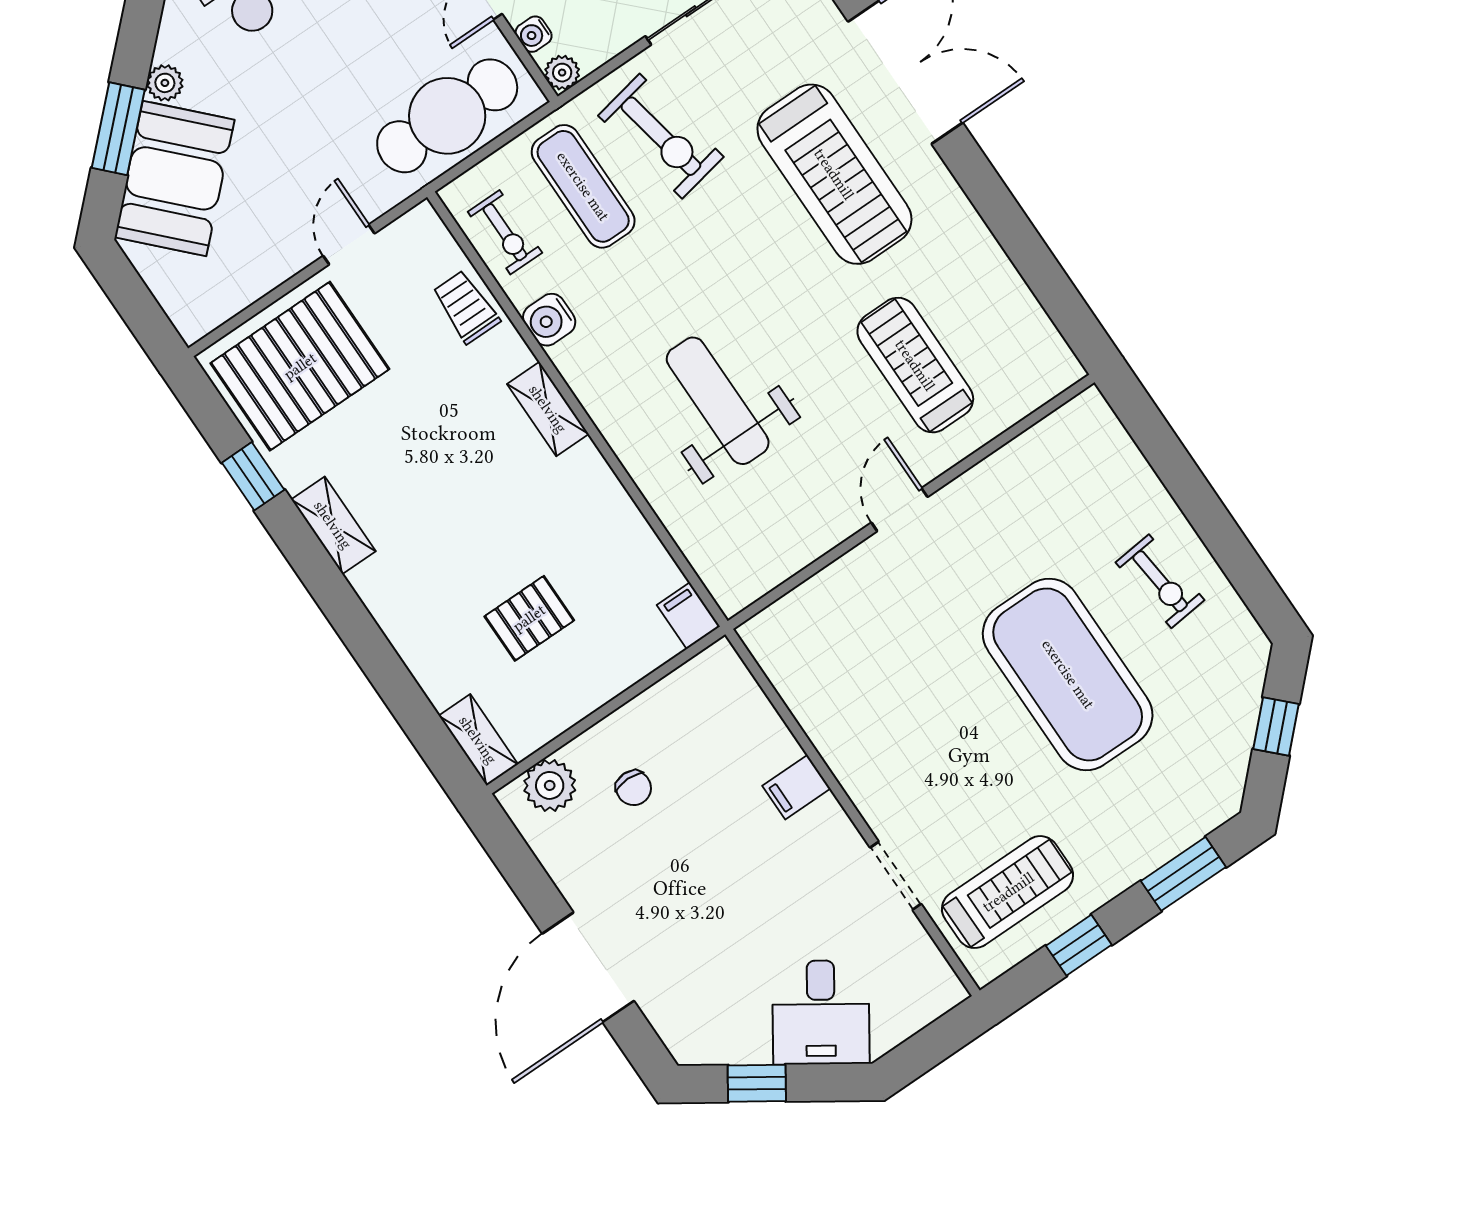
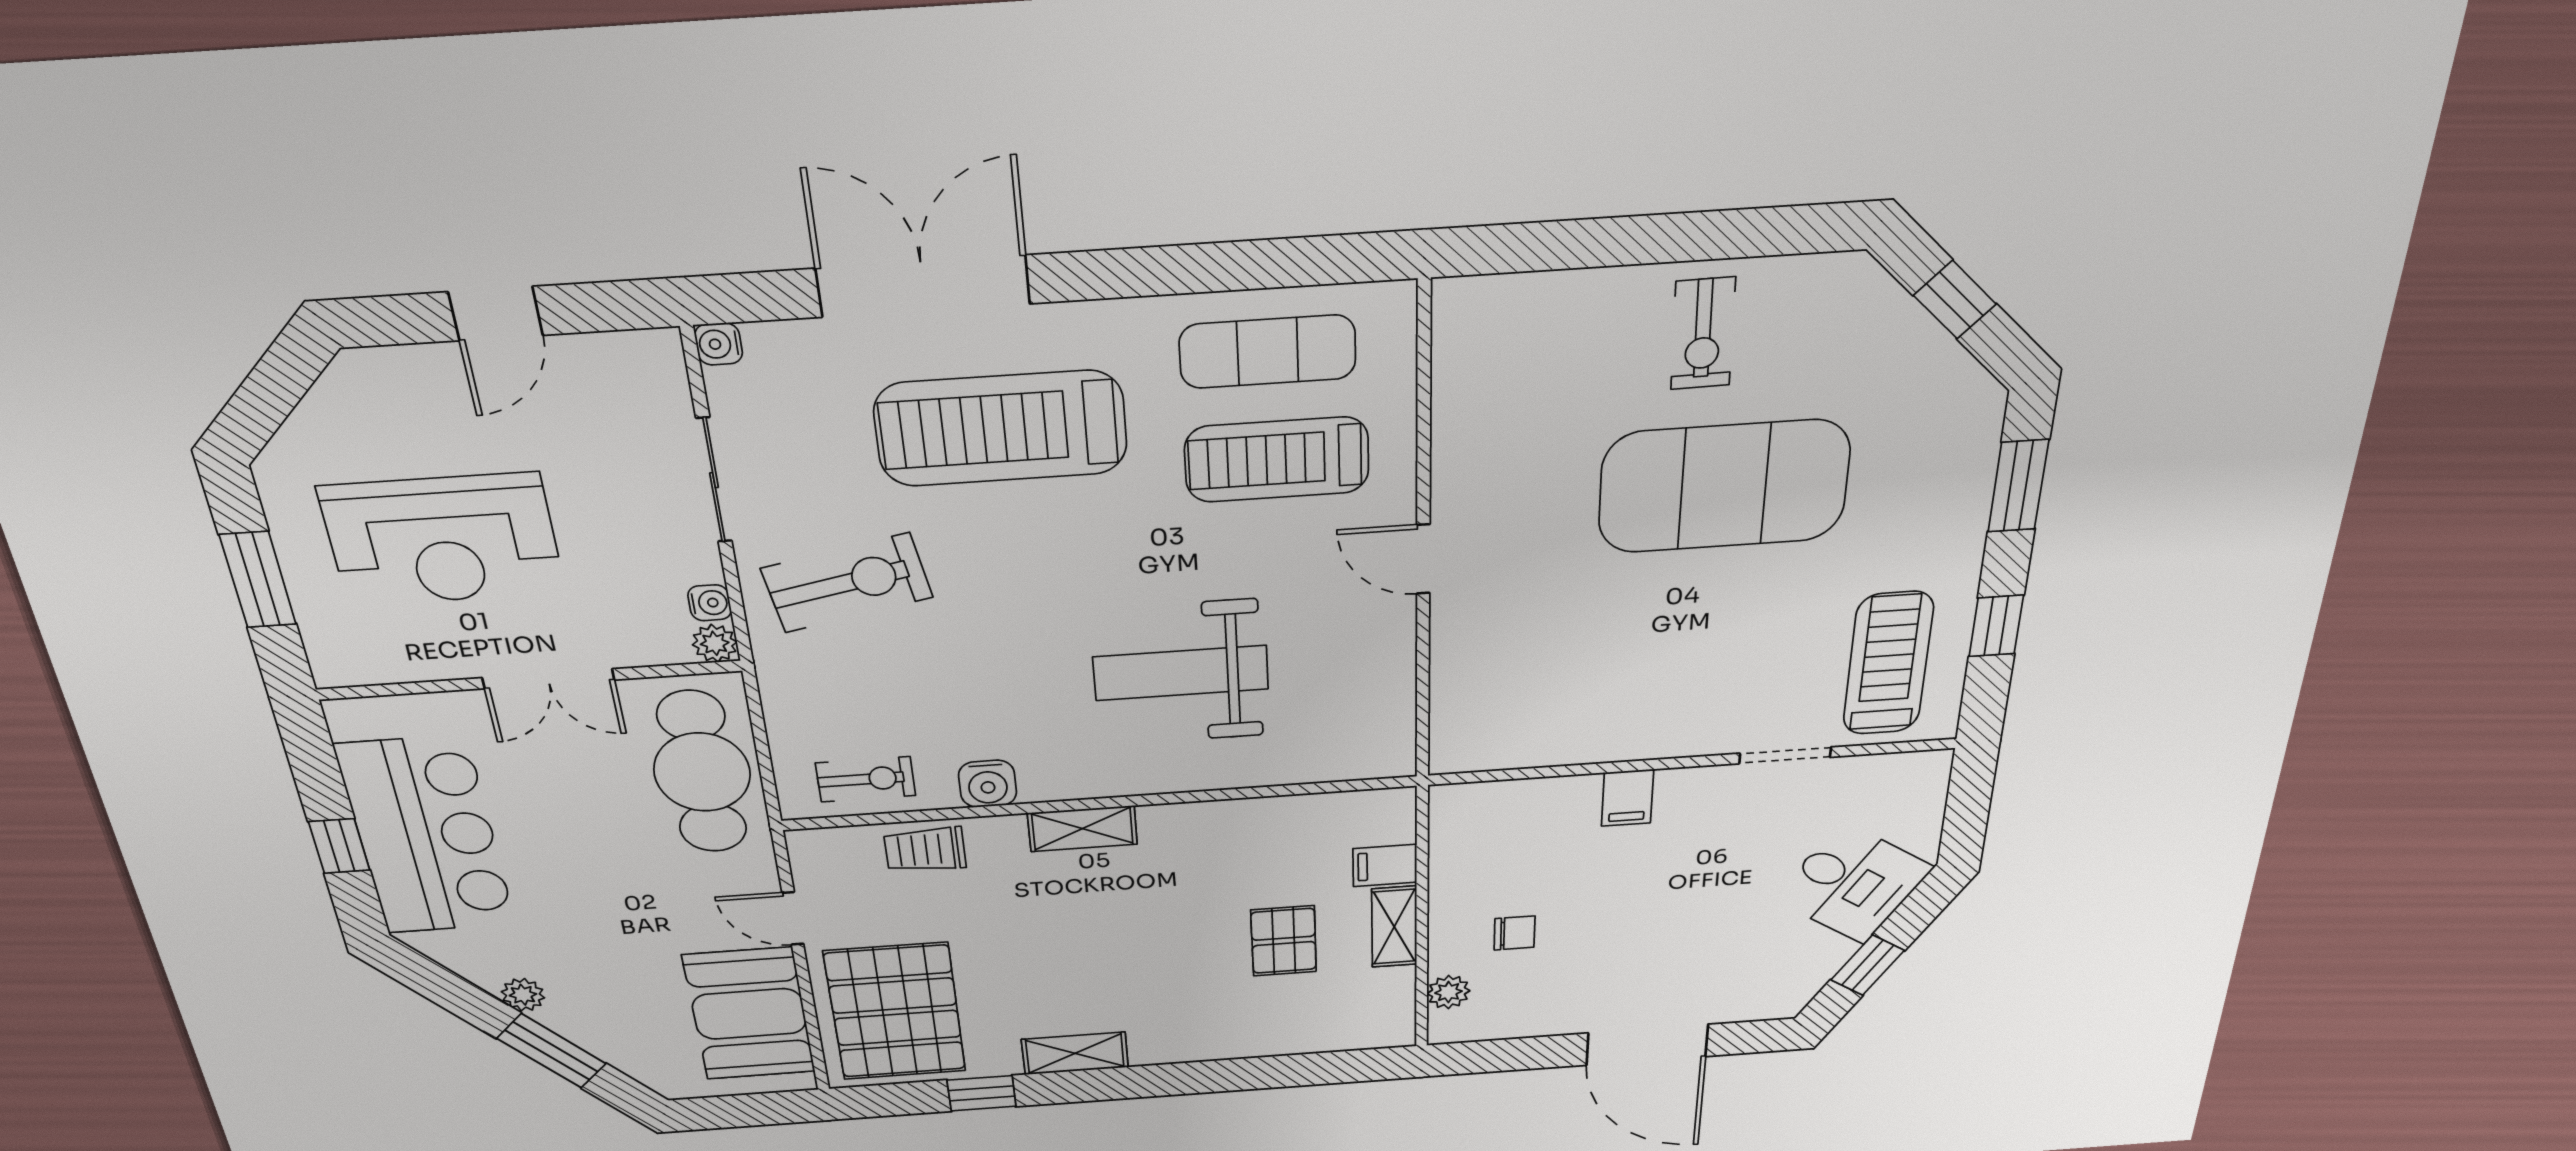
water cooler: (534, 34) -> (710, 603), moved, turned -90
treadmill: (834, 174) -> (1001, 429), turned 180
booth: (174, 178) -> (749, 1014), moved, turned 44
exercise mat: (583, 186) -> (1268, 352), moved
exercise bike: (1160, 581) -> (1703, 334), turned 95
filing cabinet: (688, 616) -> (1385, 865), moved
shelving: (478, 740) -> (1394, 927), moved, turned 90
plant: (550, 785) -> (1448, 992), width x0.73, depth x0.73

